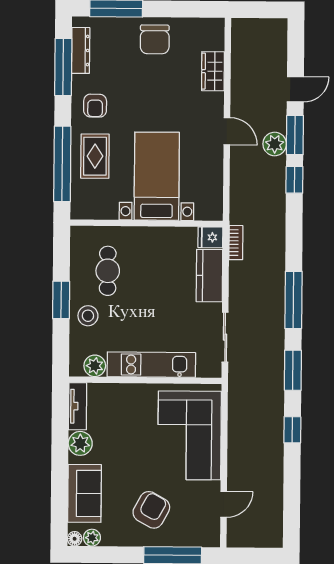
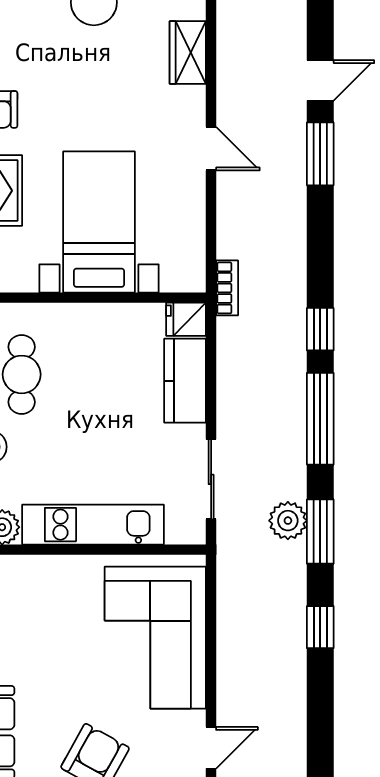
plant: (275, 144) -> (288, 521), moved
window: (294, 180) -> (320, 329), moved
bookcase: (236, 243) -> (227, 288), moved

